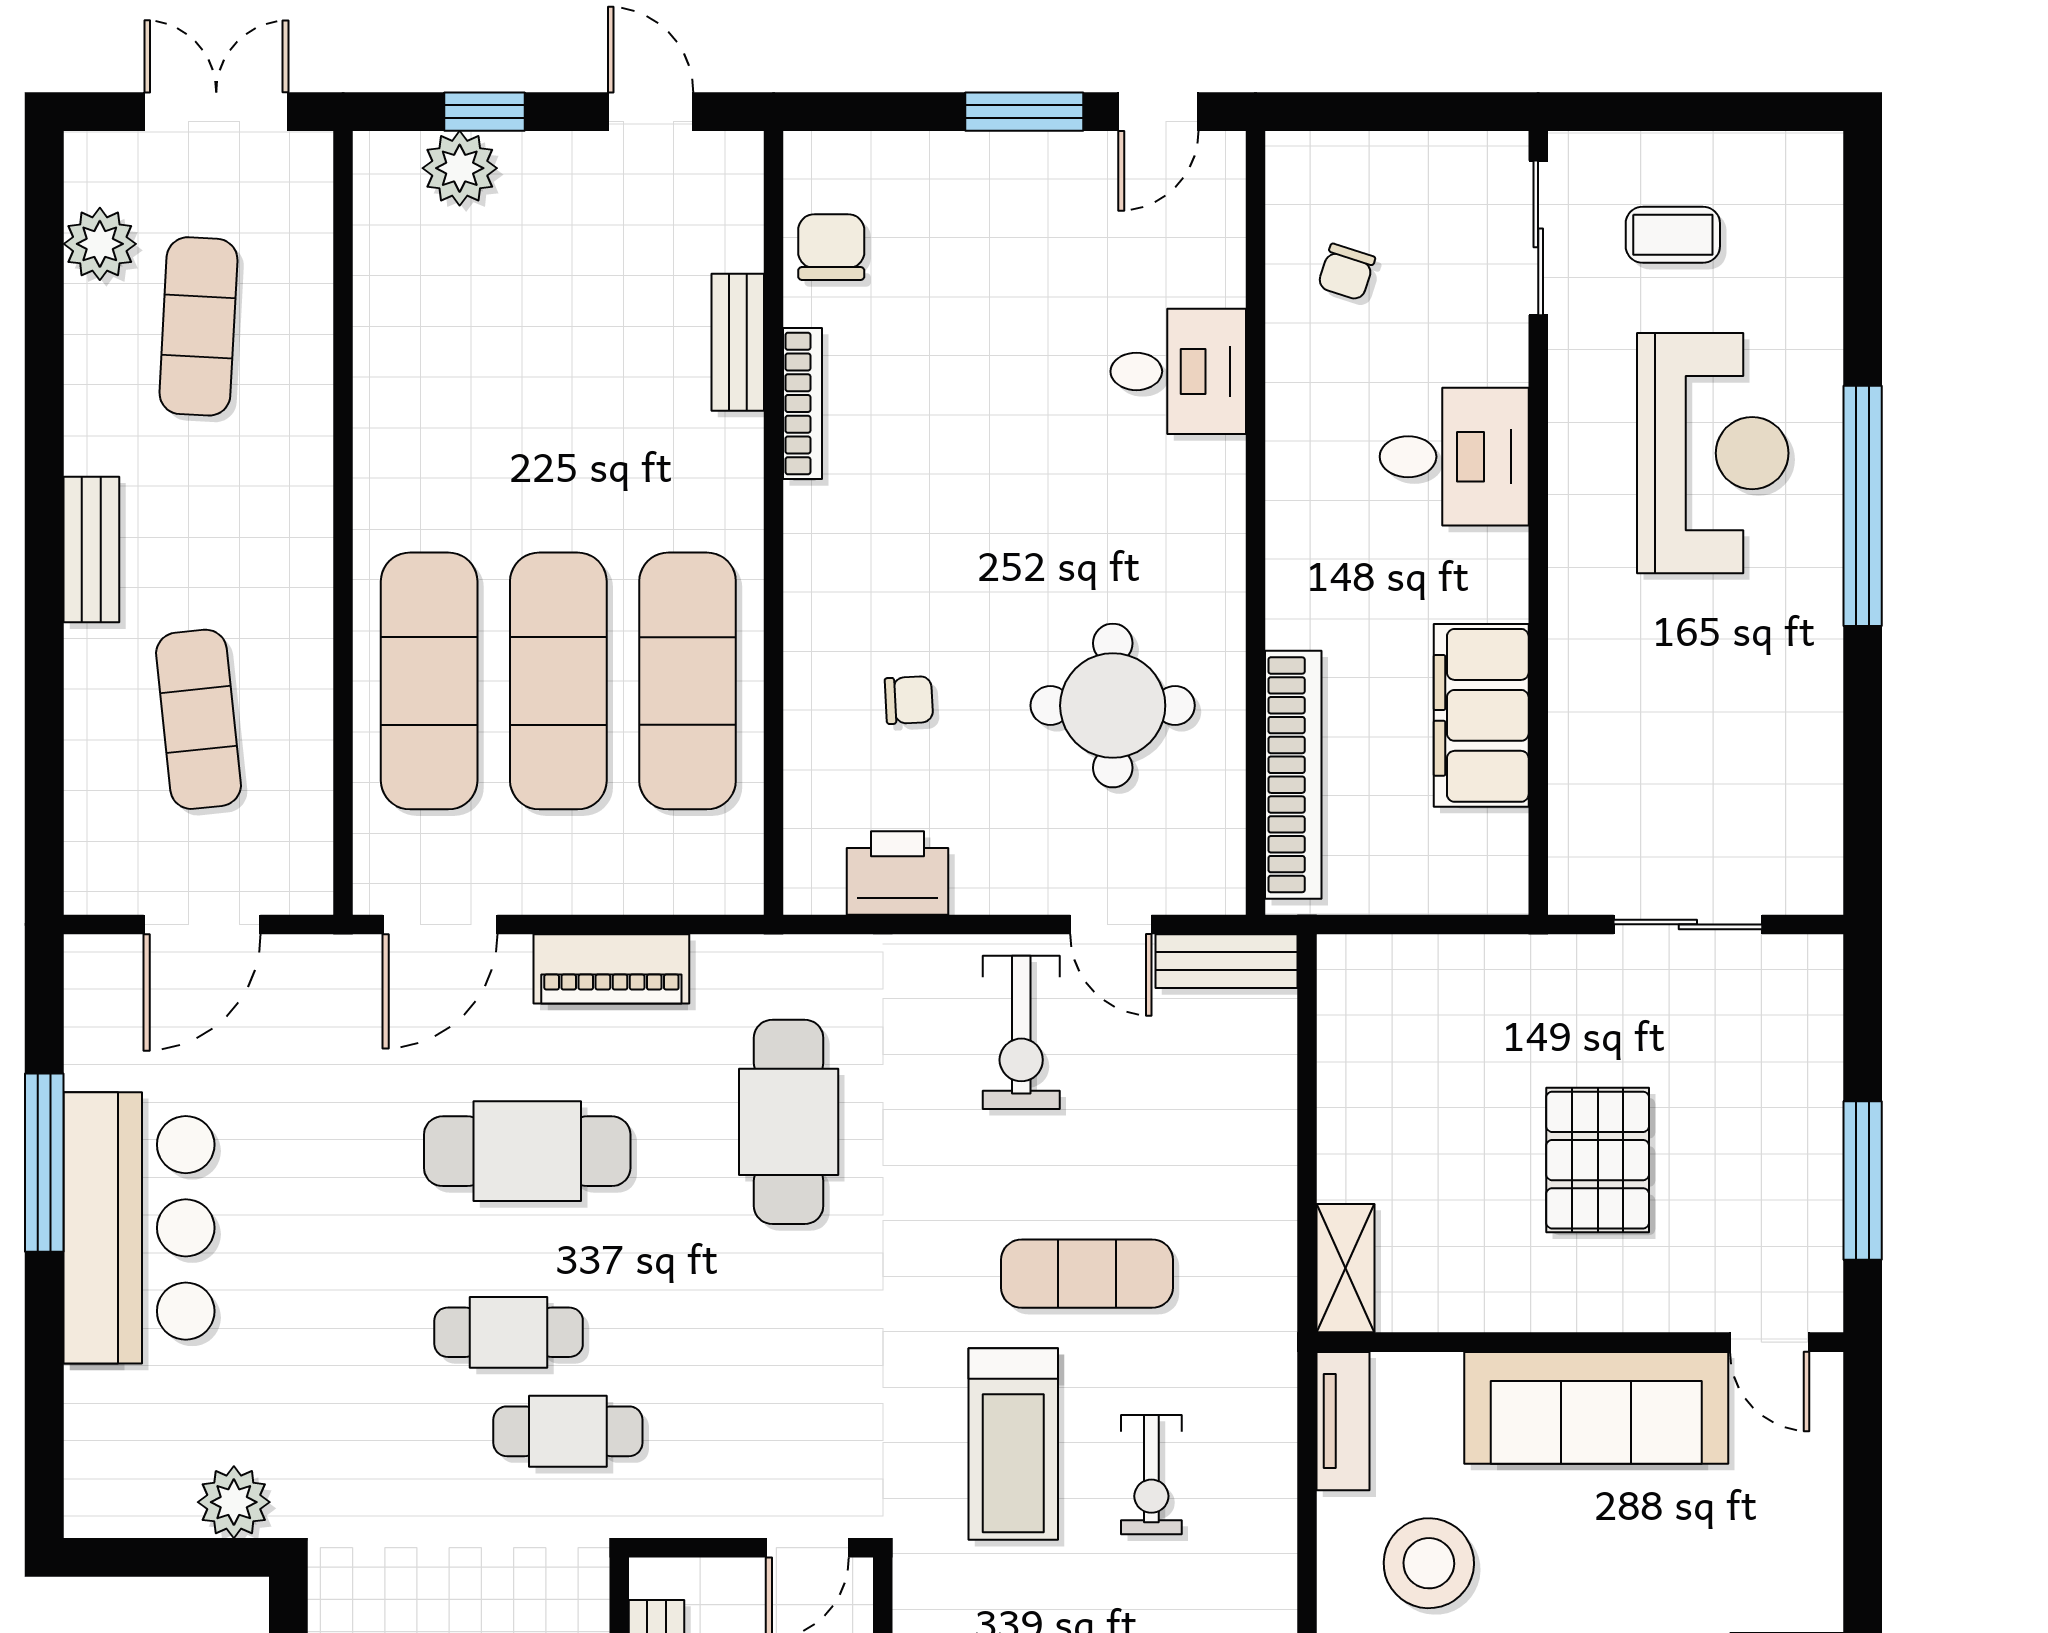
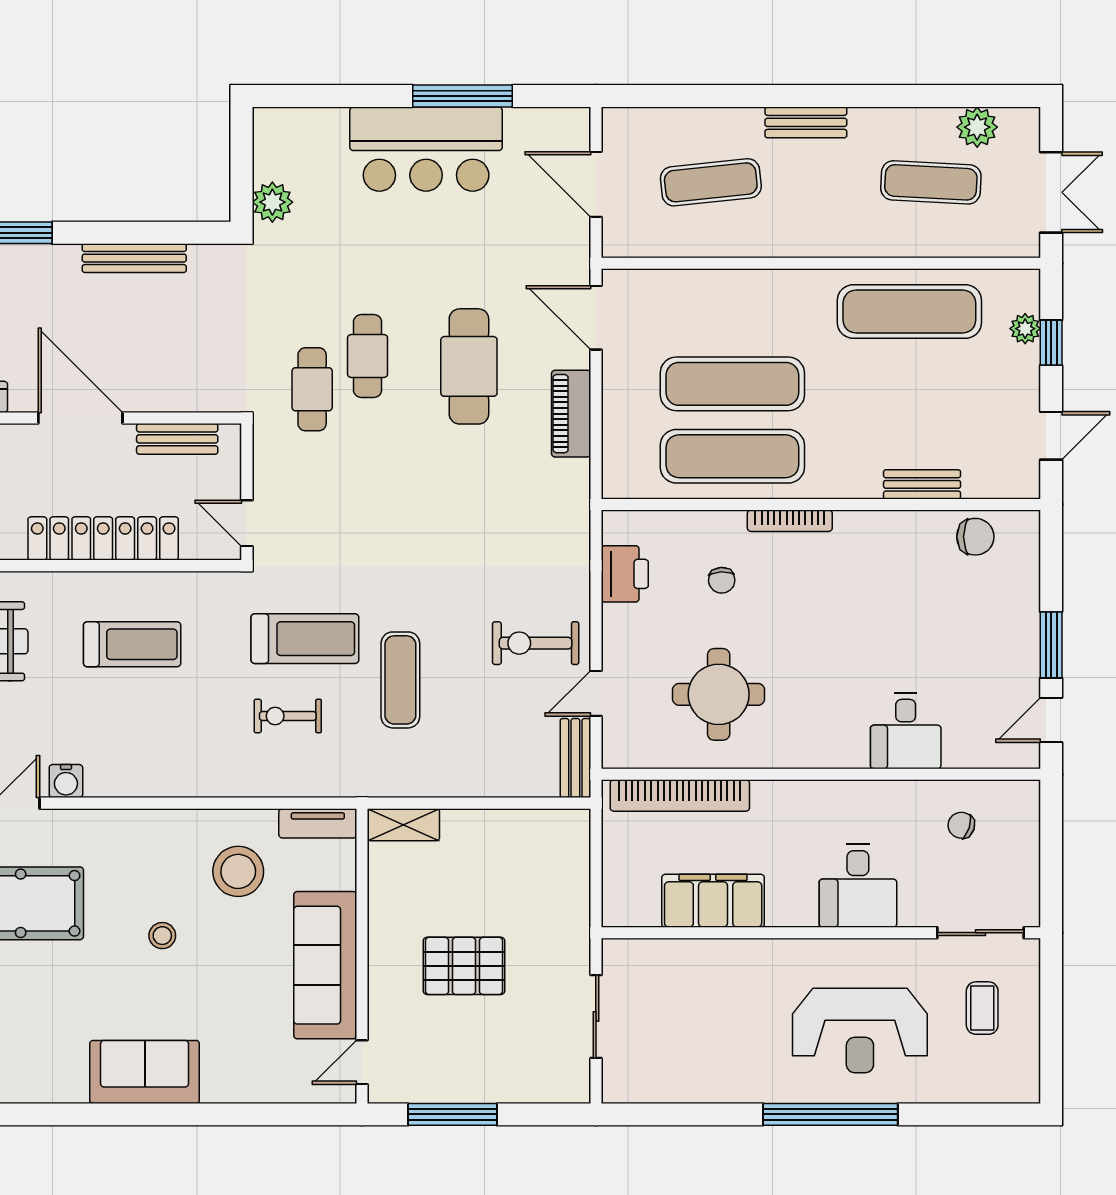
door: (1158, 112) -> (1051, 720), hinge flipped
plant: (460, 168) -> (1025, 329), width x0.73, depth x0.73
bookcase: (803, 404) -> (790, 521), moved
exercise mat: (429, 681) -> (909, 312), moved
cafe table: (789, 1122) -> (485, 513), removed
treadmill: (1013, 1444) -> (305, 639), turned 180

